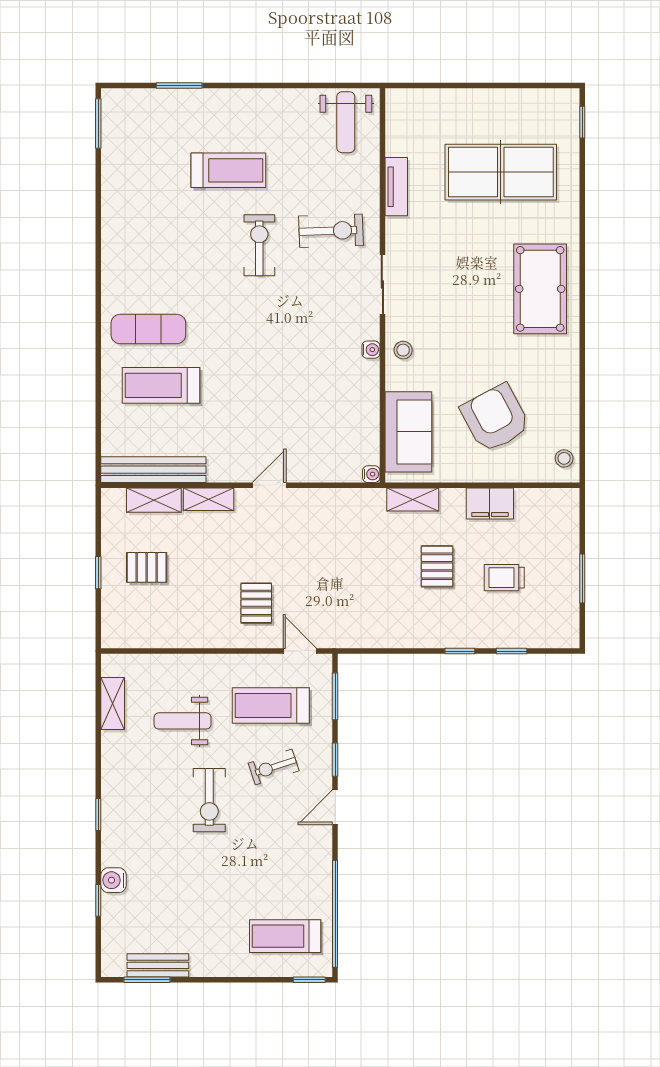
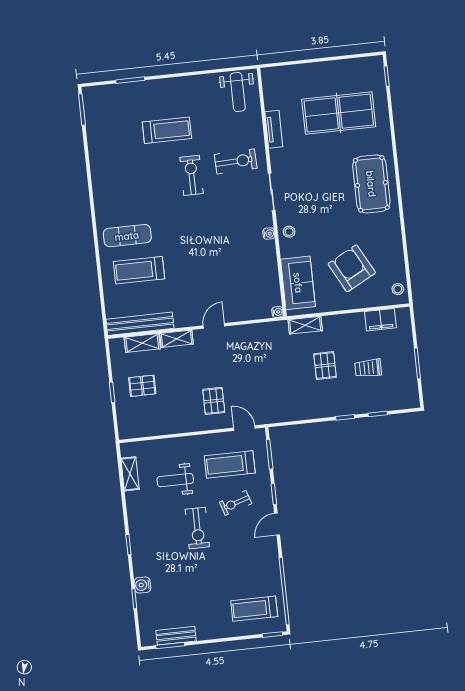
filing cabinet: (490, 504) -> (380, 320), moved

